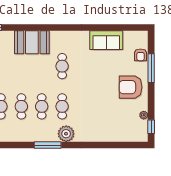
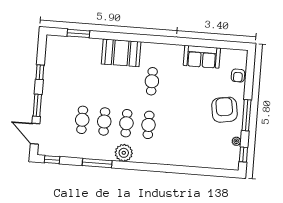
window: (151, 68) -> (246, 115), moved
armchair: (131, 87) -> (224, 110), turned 81
plant: (66, 134) -> (124, 153), moved
window: (48, 145) -> (97, 163), moved

